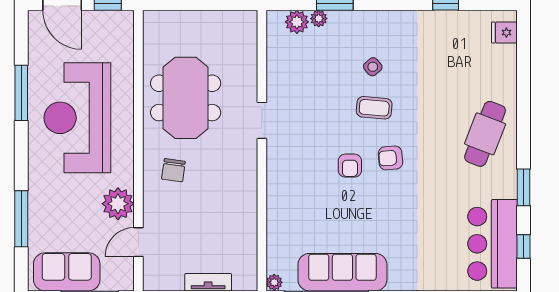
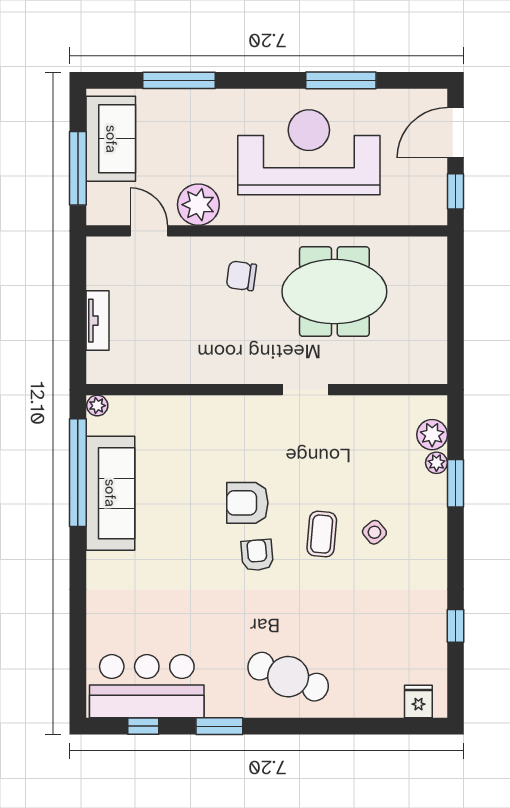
armchair: (350, 166) -> (247, 503), width x1.38, depth x1.38

